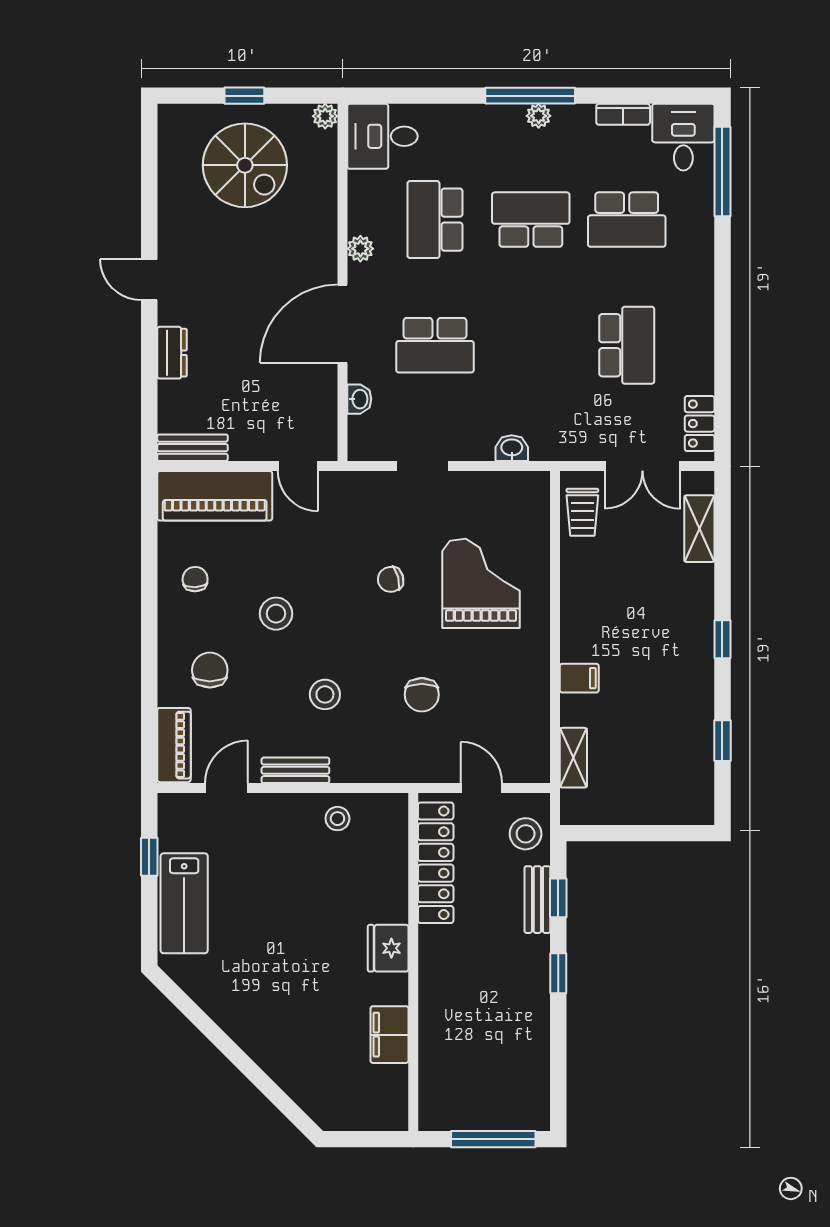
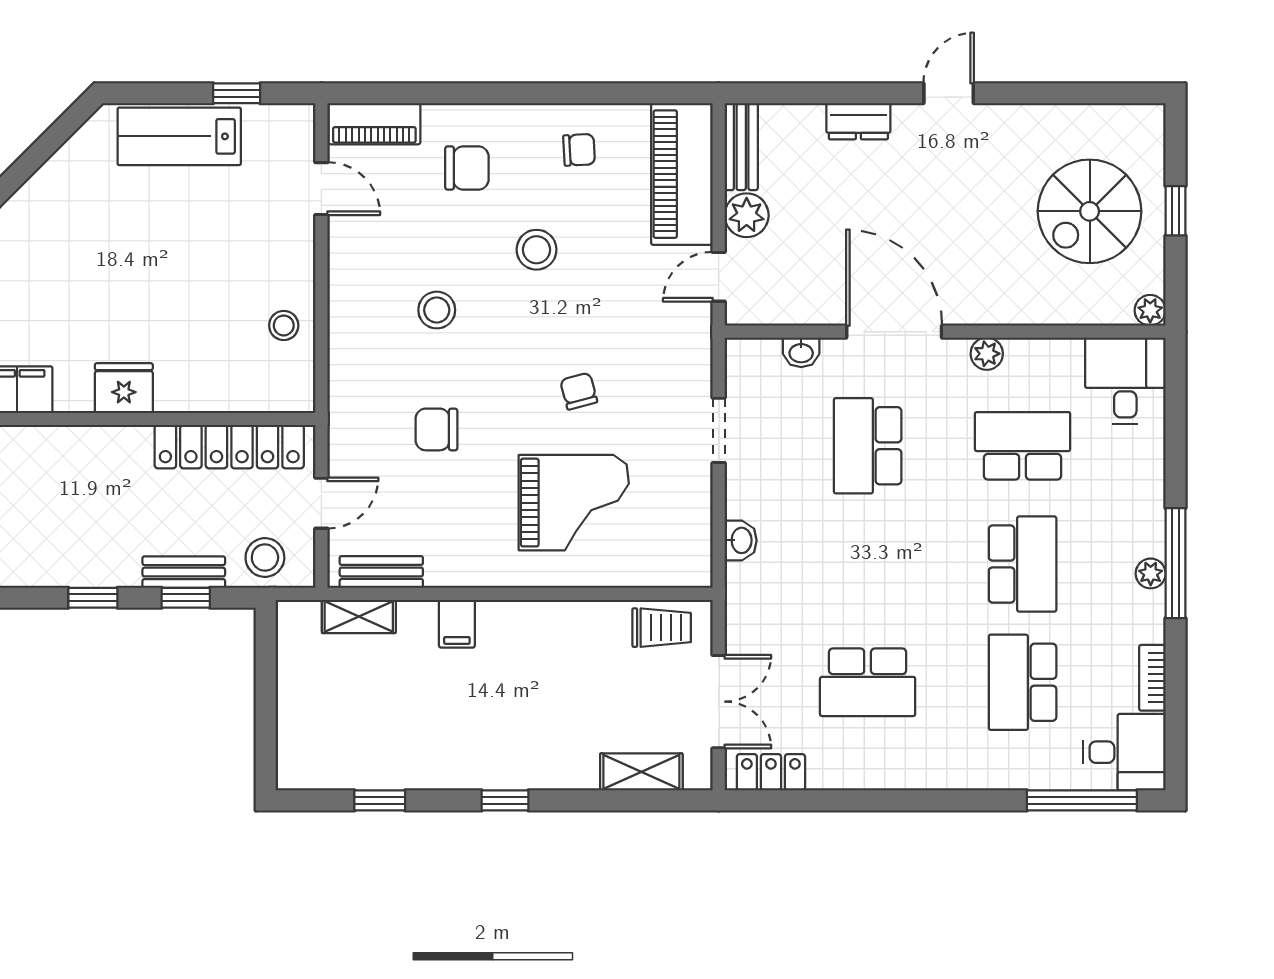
plant: (248, 443) -> (747, 215), added
double door: (642, 466) -> (719, 702), swing flipped
trolley: (582, 512) -> (662, 628), turned 180
bench: (295, 770) -> (381, 572), moved, turned 90

